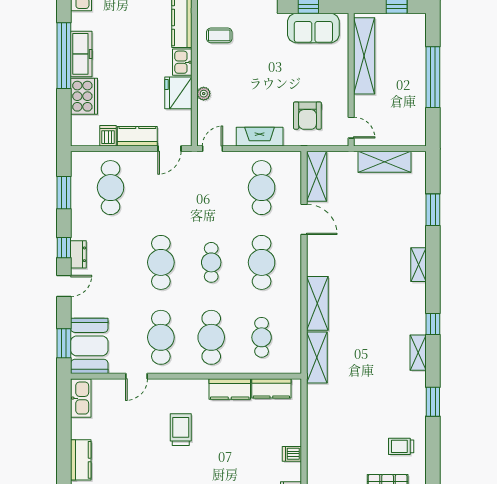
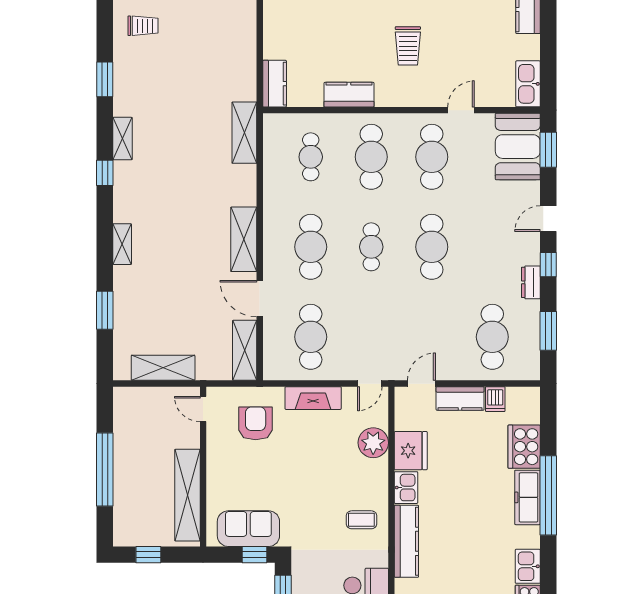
plant: (204, 94) -> (373, 443), width x1.88, depth x1.88
dresser: (78, 254) -> (531, 282), moved
shelving: (317, 303) -> (244, 239), moved
kitchen counter: (271, 388) -> (275, 84), moved, turned 90
dishwasher: (292, 454) -> (274, 17), removed

